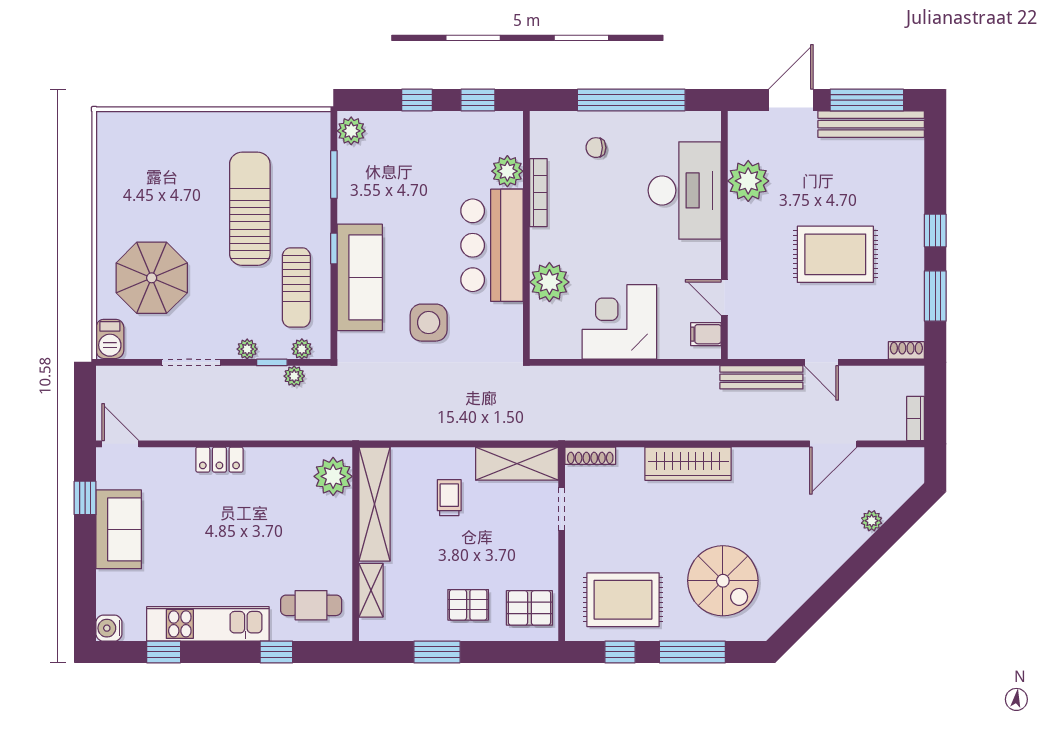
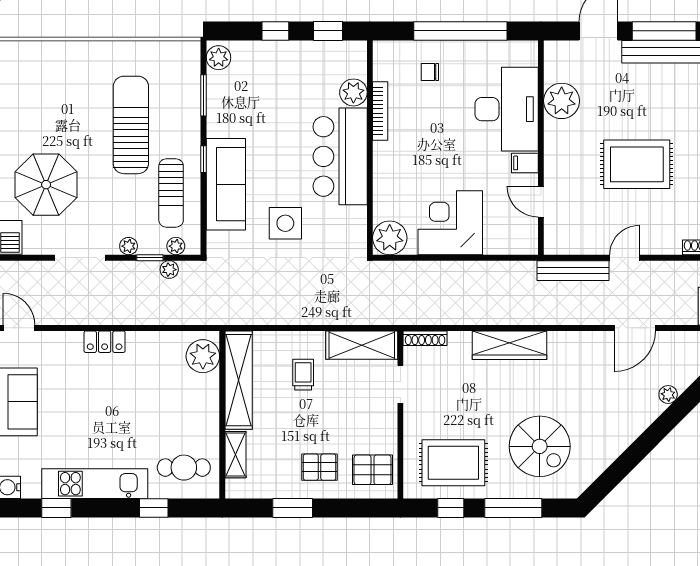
plant: (549, 282) -> (390, 238), moved
filing cabinet: (706, 334) -> (525, 163), moved
door: (821, 362) -> (625, 258), swing flipped

